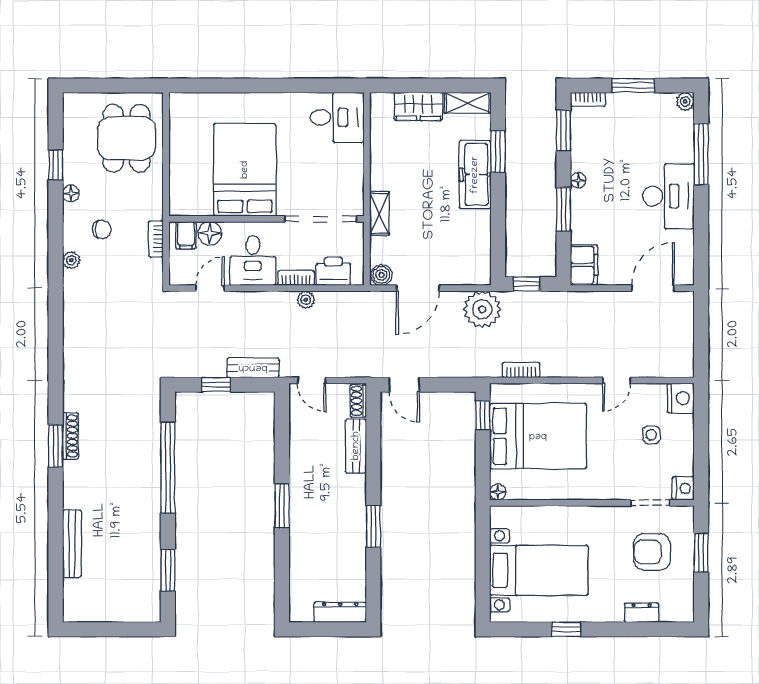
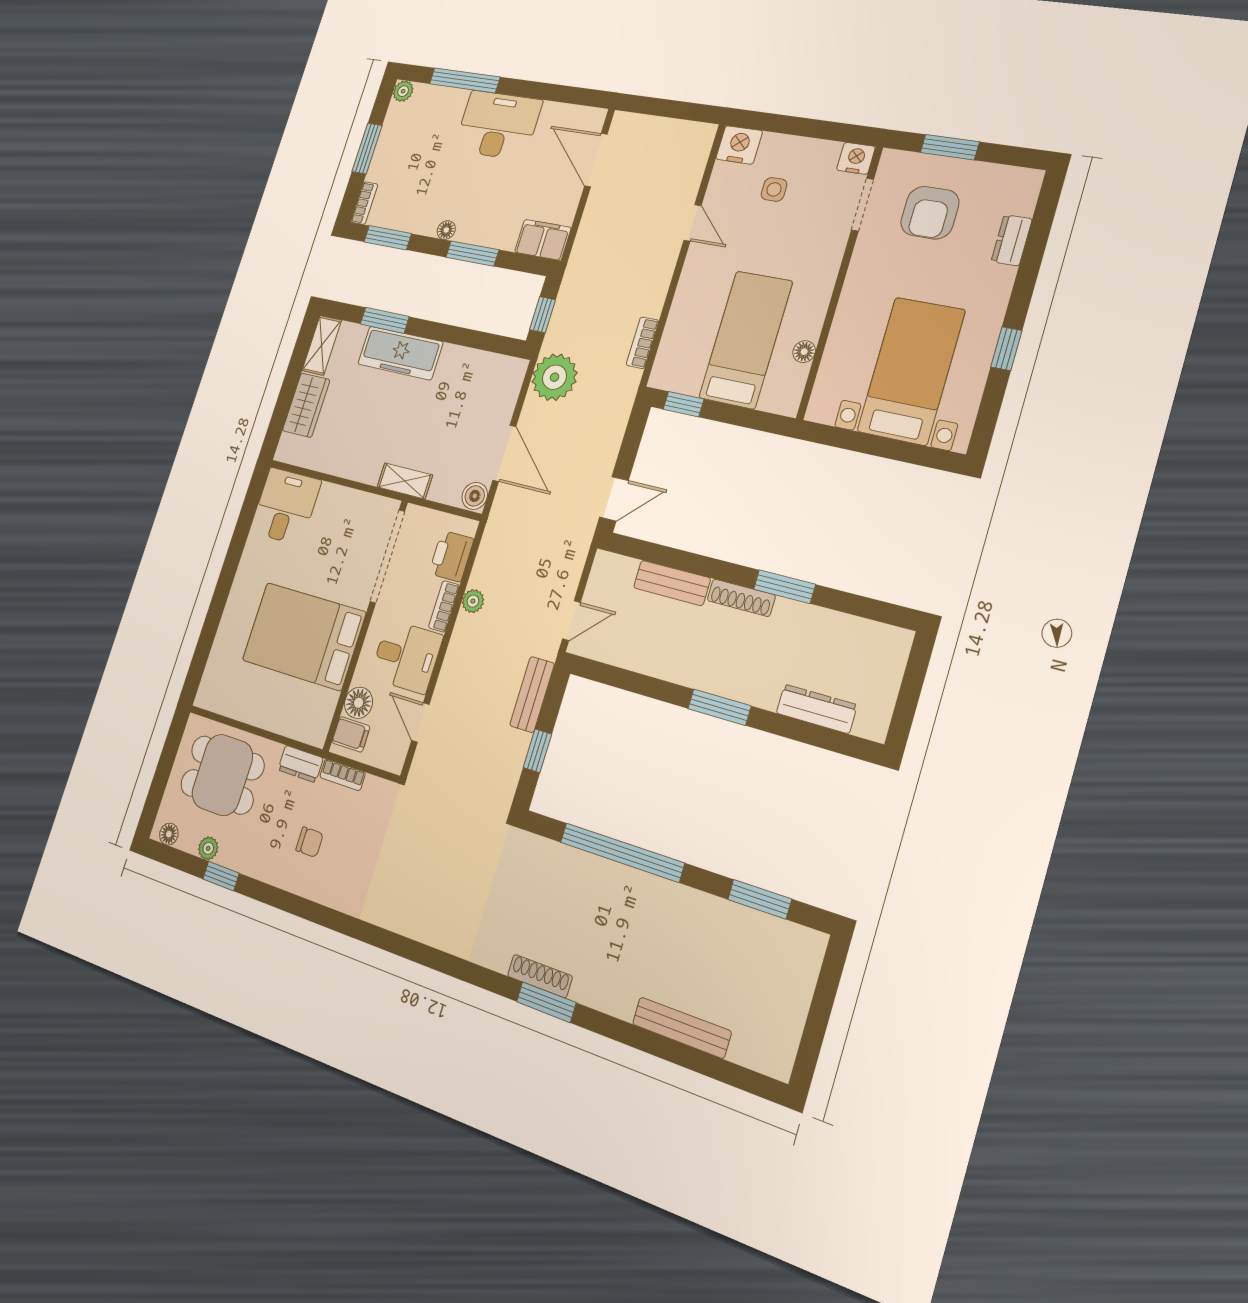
floor lamp: (71, 193) -> (169, 834), moved
dresser: (153, 202) -> (301, 764), added
chair: (102, 229) -> (310, 842), turned 90
plant: (71, 260) -> (208, 848), moved
shoe rack: (358, 401) -> (741, 598), moved, width x1.43
bed: (538, 436) -> (746, 340), width x0.67
floor lamp: (498, 492) -> (804, 352), moved
dresser: (340, 612) -> (817, 709), moved, turned 90

